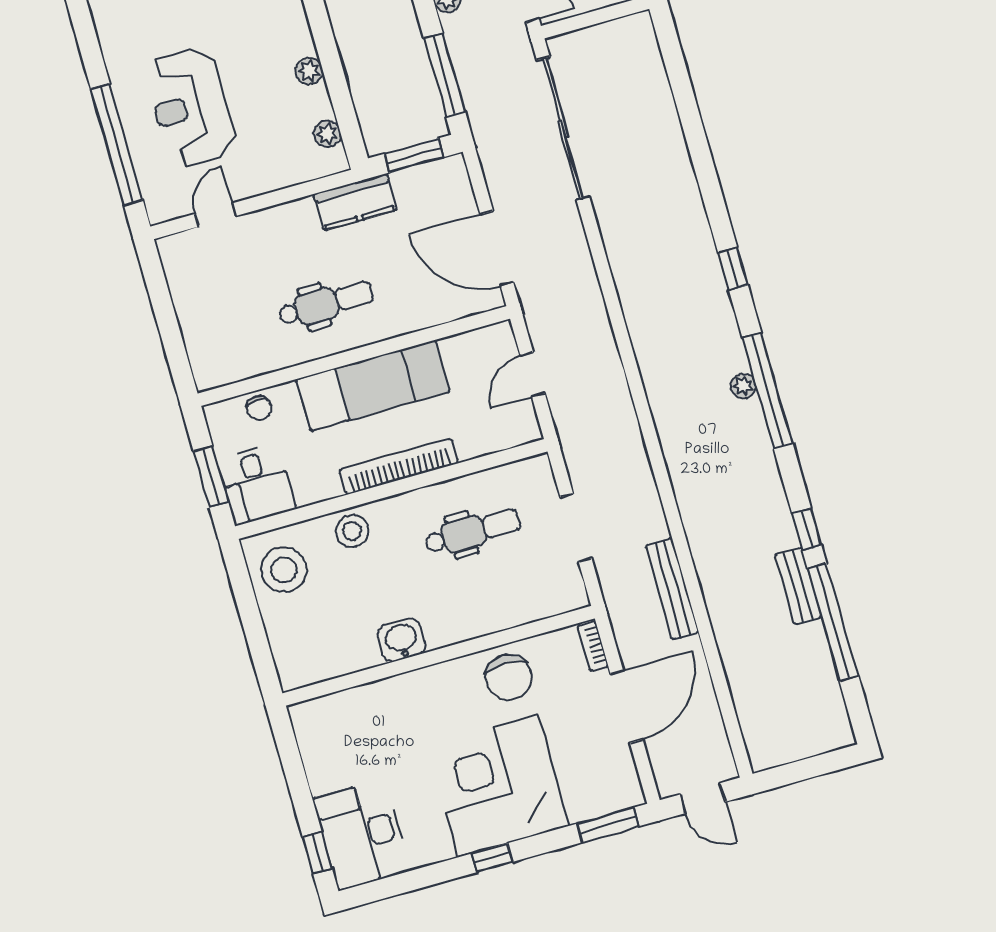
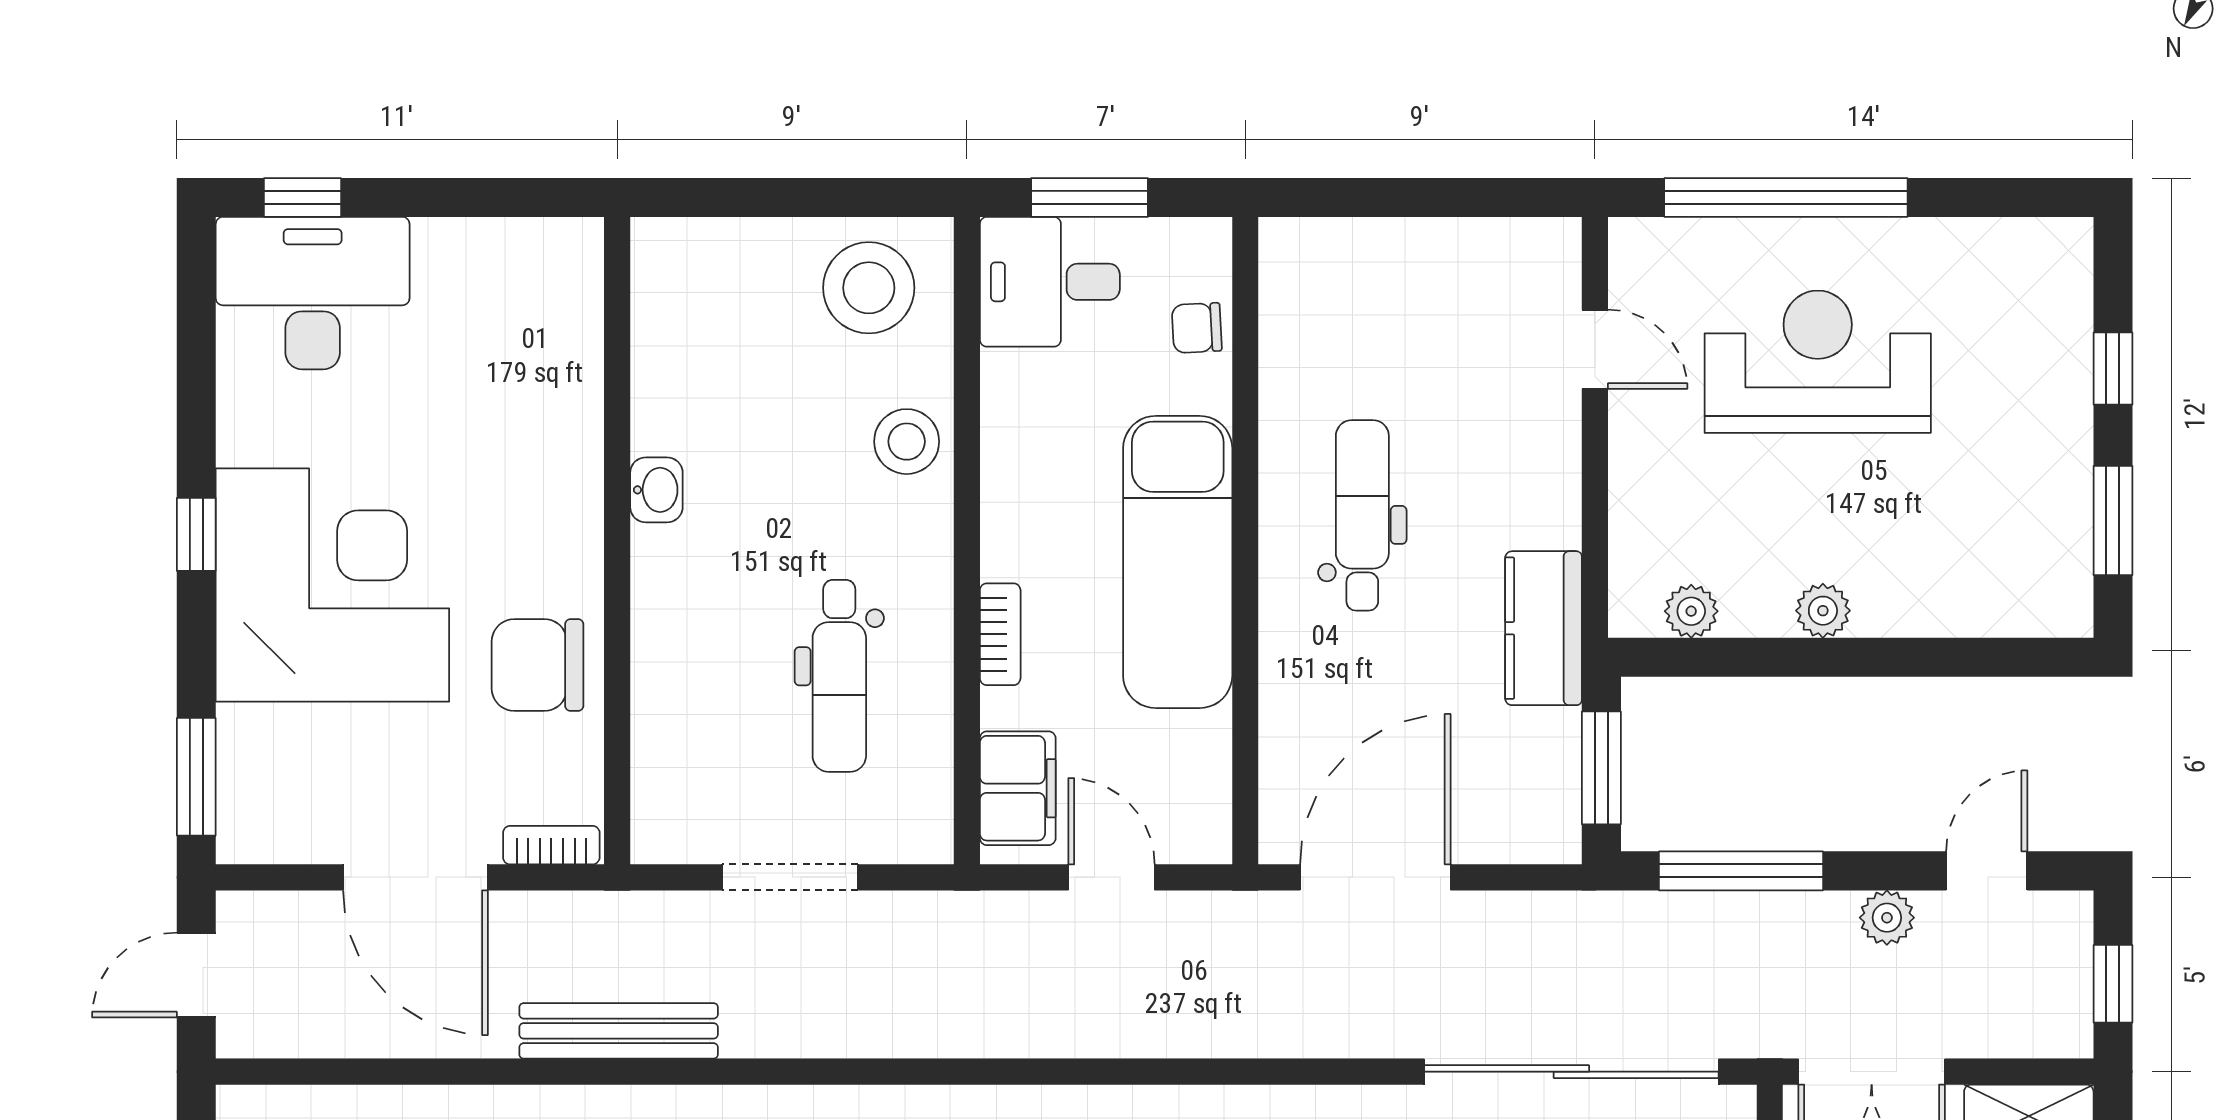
dental chair: (326, 304) -> (1362, 515), turned 180
filing cabinet: (503, 431) -> (1018, 788), added
bookcase: (399, 466) -> (1000, 634), width x0.43, depth x0.76
washbasin: (401, 640) -> (656, 490), width x0.72, depth x0.69

